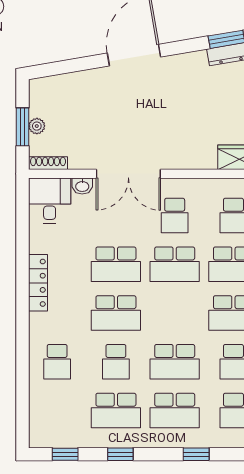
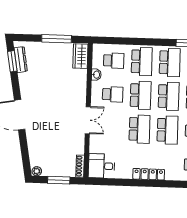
plant: (37, 126) -> (37, 171), moved
double door: (128, 174) -> (88, 120), width x0.73
washbasin: (82, 186) -> (96, 75), moved
school desk: (175, 313) -> (169, 96), added

